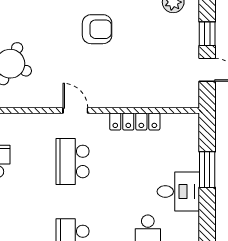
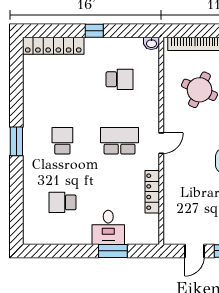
desk: (178, 191) -> (108, 227), moved

